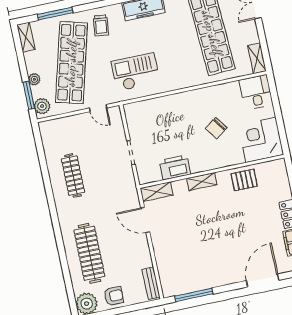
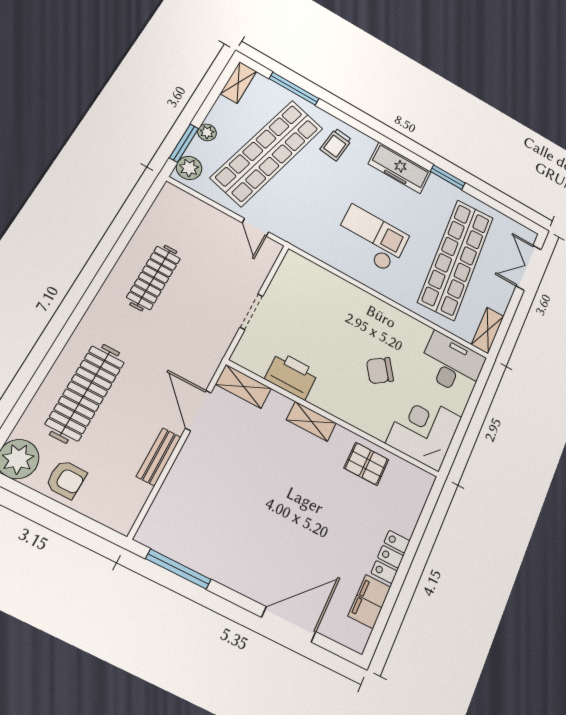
checkout: (135, 72) -> (371, 239), moved
desk: (256, 92) -> (452, 364), width x1.37
bench: (151, 283) -> (159, 457), moved

